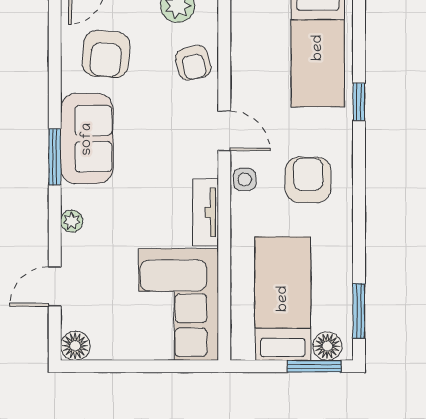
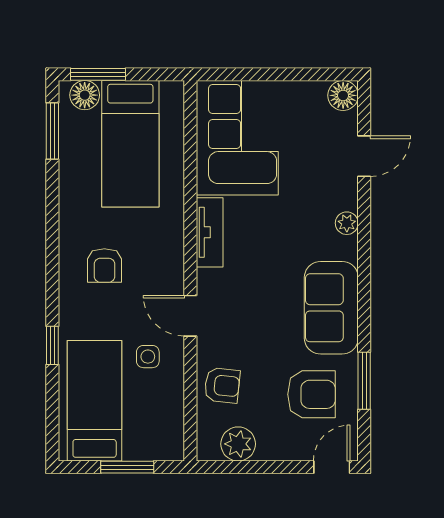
armchair: (106, 54) -> (311, 394), turned 85
armchair: (193, 63) -> (222, 385), turned 109
window: (55, 157) -> (364, 381), moved
side table: (245, 179) -> (148, 357), moved
armchair: (308, 180) -> (104, 266), width x0.72, depth x0.72

